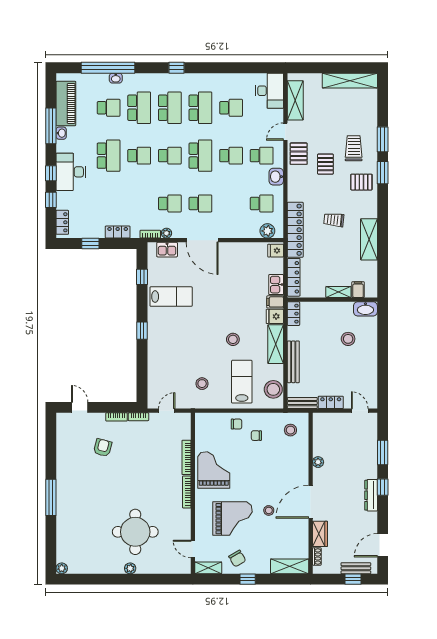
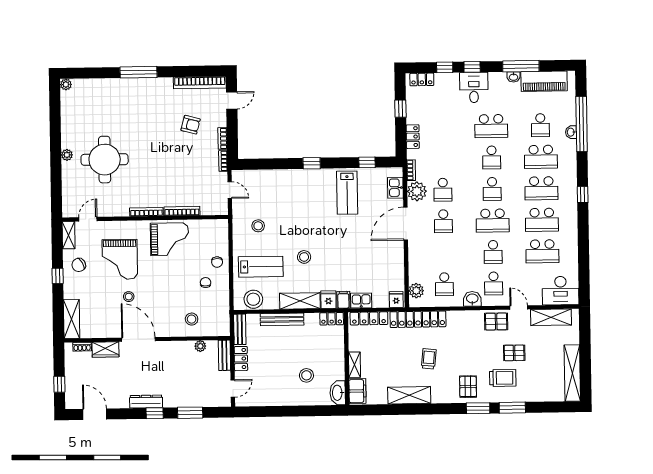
school desk: (231, 108) -> (542, 251), width x1.85
pallet: (325, 164) -> (514, 353), moved
desk: (71, 172) -> (474, 88), width x0.73
plant: (166, 233) -> (417, 191), width x1.88, depth x1.88
filing cabinet: (358, 290) -> (357, 391), width x2.00
stool: (290, 430) -> (192, 319), moved
bookcase: (62, 438) -> (200, 83), added
plant: (318, 462) -> (200, 346), moved
bench: (356, 568) -> (224, 355), moved

